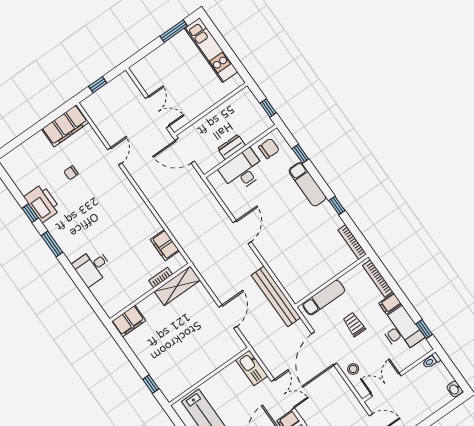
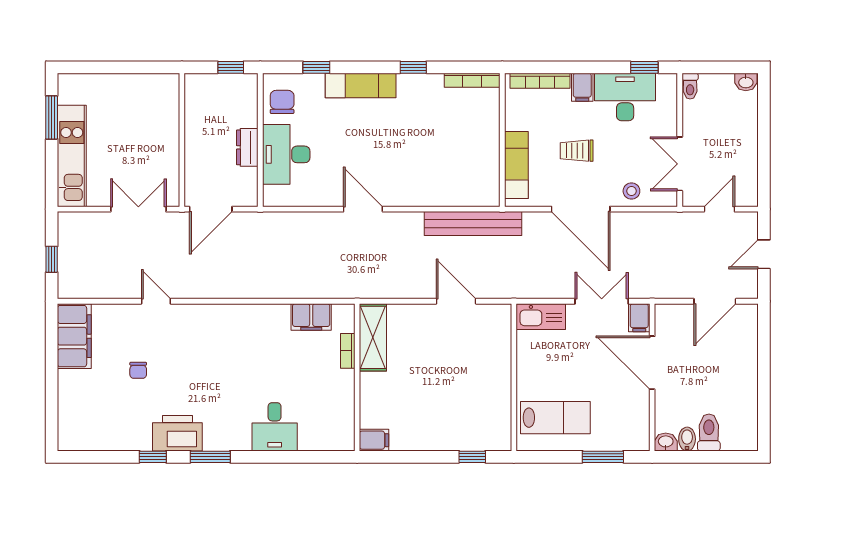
kitchen unit: (211, 50) -> (72, 156), moved, turned -90
printer: (42, 203) -> (177, 433), moved
filing cabinet: (129, 321) -> (374, 440), width x0.50

